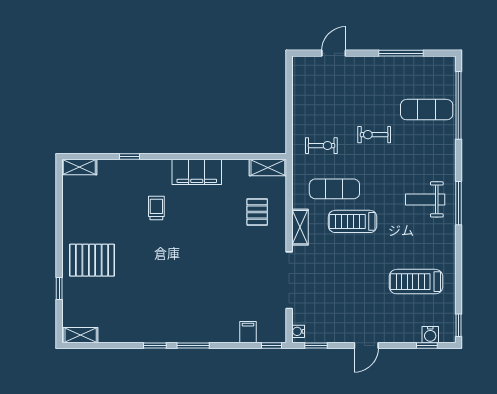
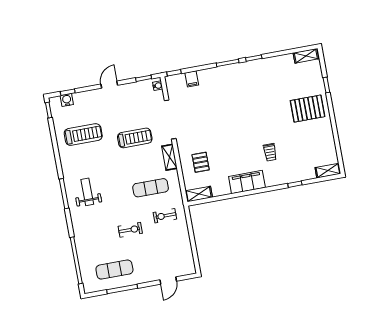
exercise mat: (427, 110) -> (114, 270), moved
weight bench: (425, 199) -> (87, 192), turned -90
treadmill: (353, 221) -> (135, 138), moved

